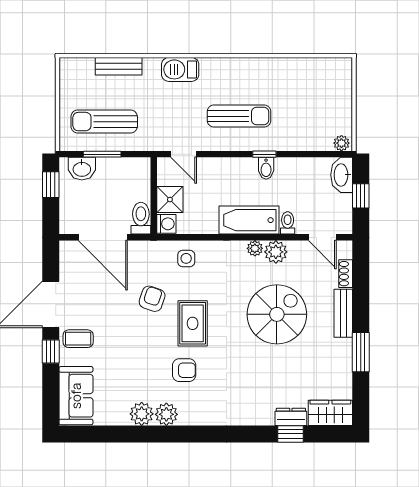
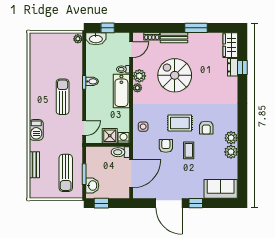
armchair: (152, 299) -> (166, 146), turned 71
coffee table: (78, 339) -> (189, 150), moved
armchair: (184, 370) -> (206, 128), turned 180

